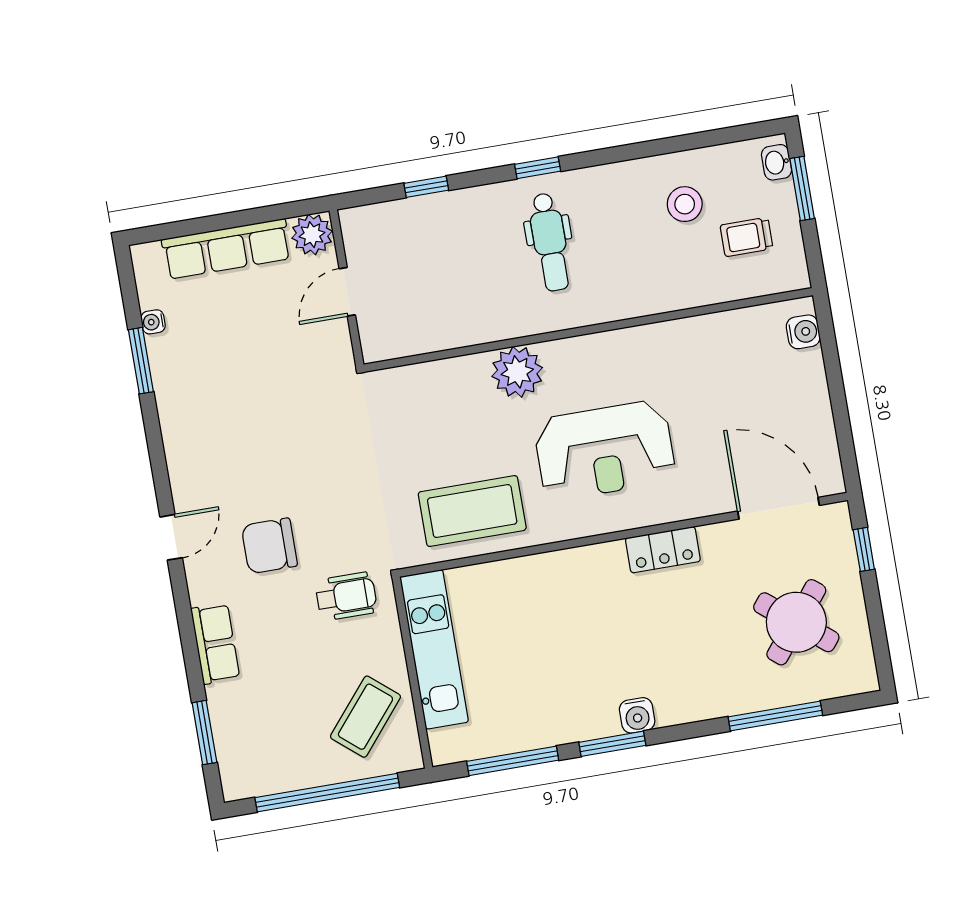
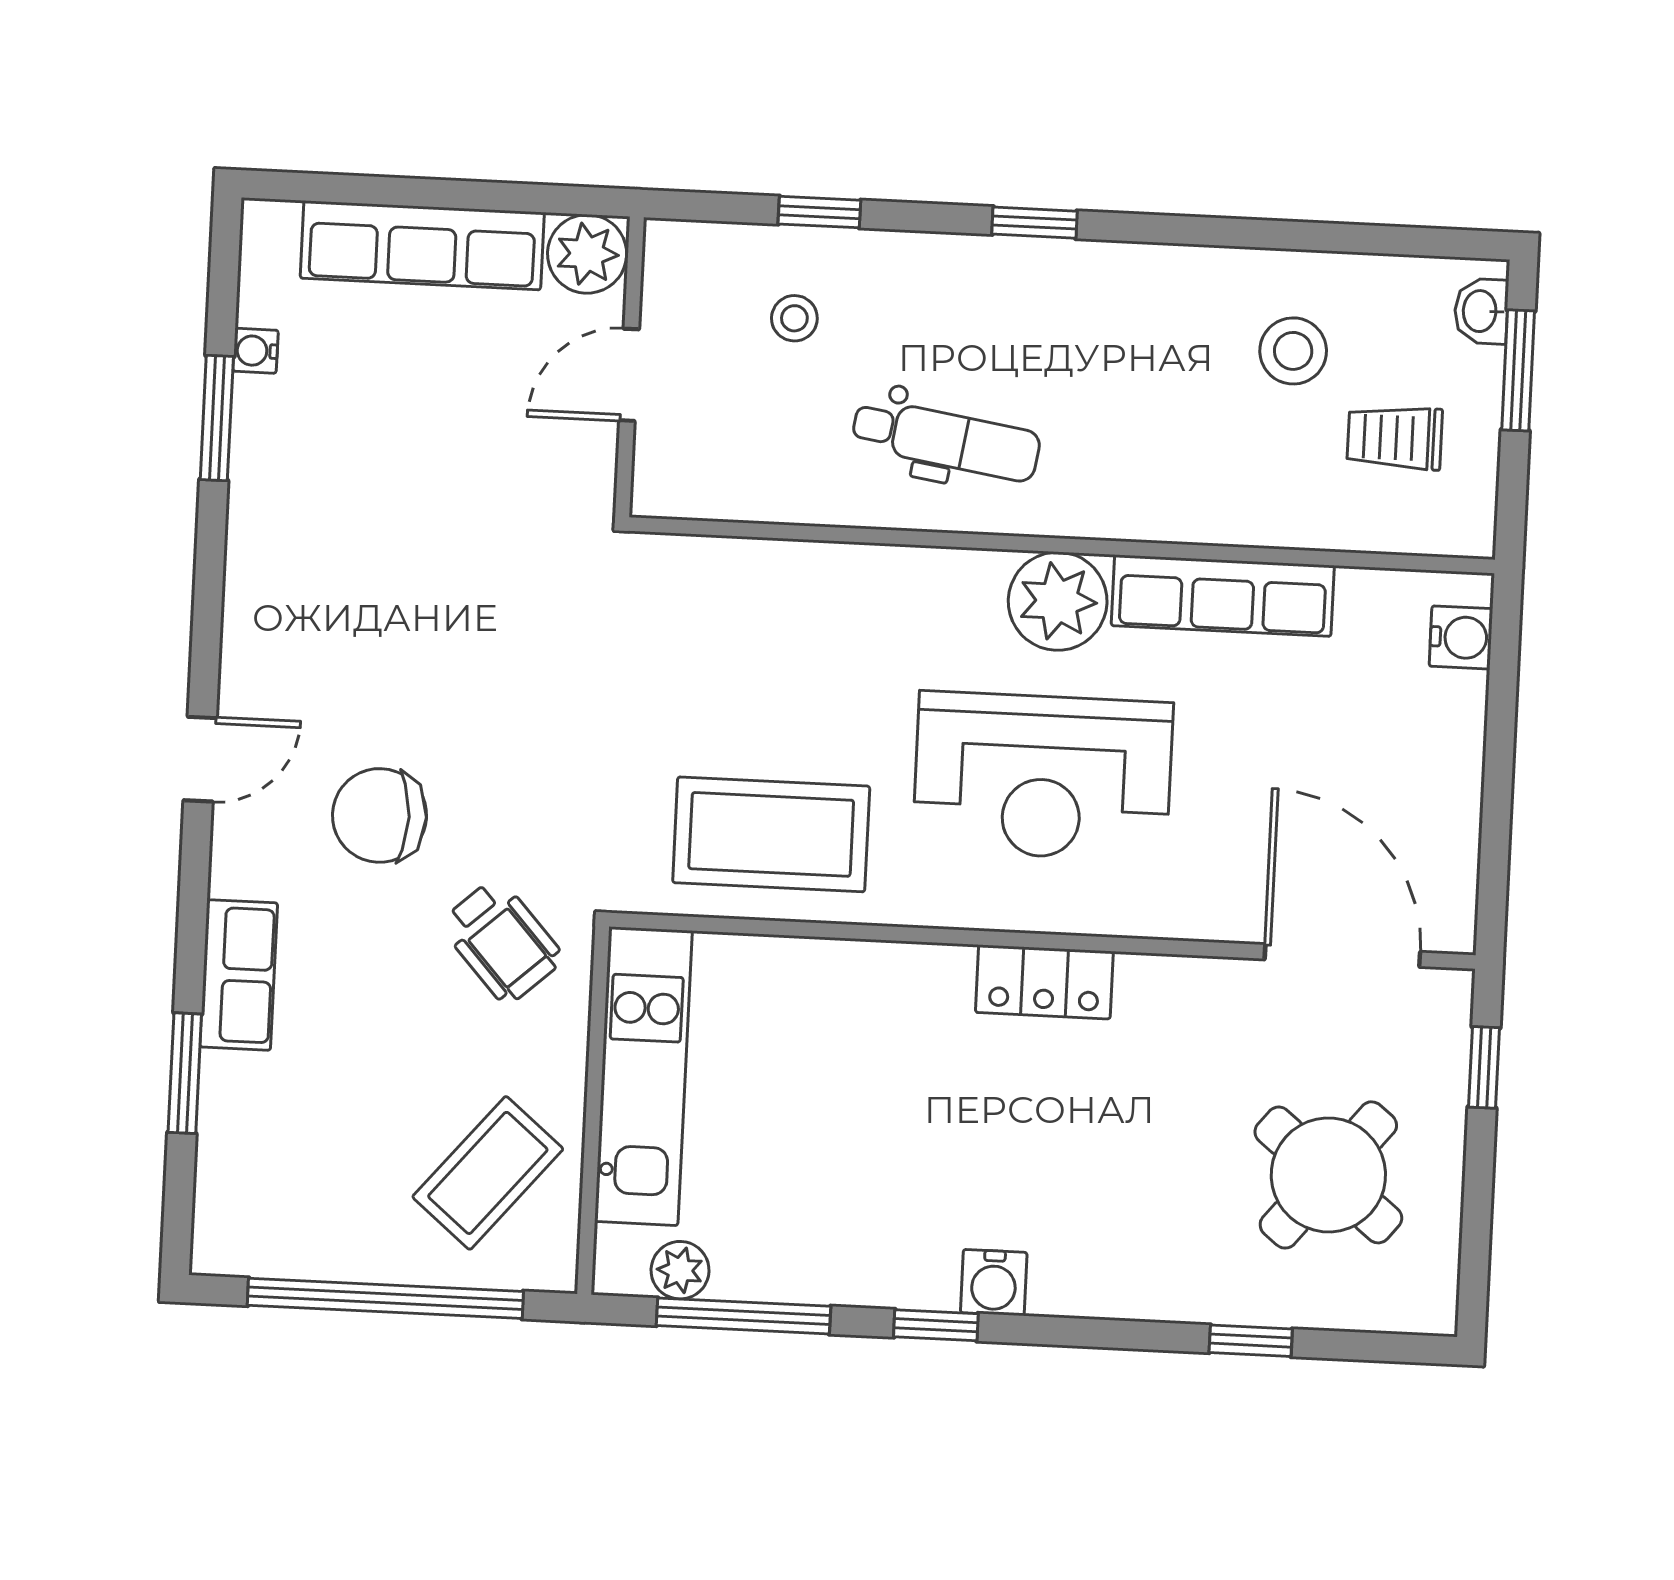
dental chair: (550, 242) -> (946, 440), moved, turned -81
stool: (425, 244) -> (794, 318), added
row of seats: (676, 337) -> (1223, 596), added
plant: (517, 372) -> (1058, 601), moved
locker: (663, 550) -> (1044, 982), moved
wheelchair: (346, 596) -> (502, 941), turned 48
window: (775, 716) -> (1251, 1341), width x0.46
window: (204, 733) -> (185, 1073), moved
window: (612, 744) -> (936, 1325), width x0.67
plant: (475, 745) -> (680, 1270), added

